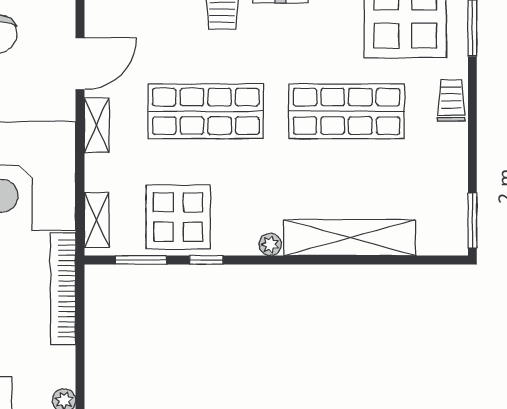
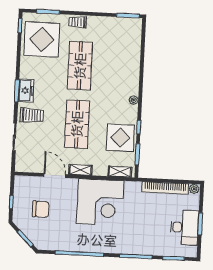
shelving: (350, 238) -> (132, 67), removed
bookcase: (63, 289) -> (165, 188), moved

